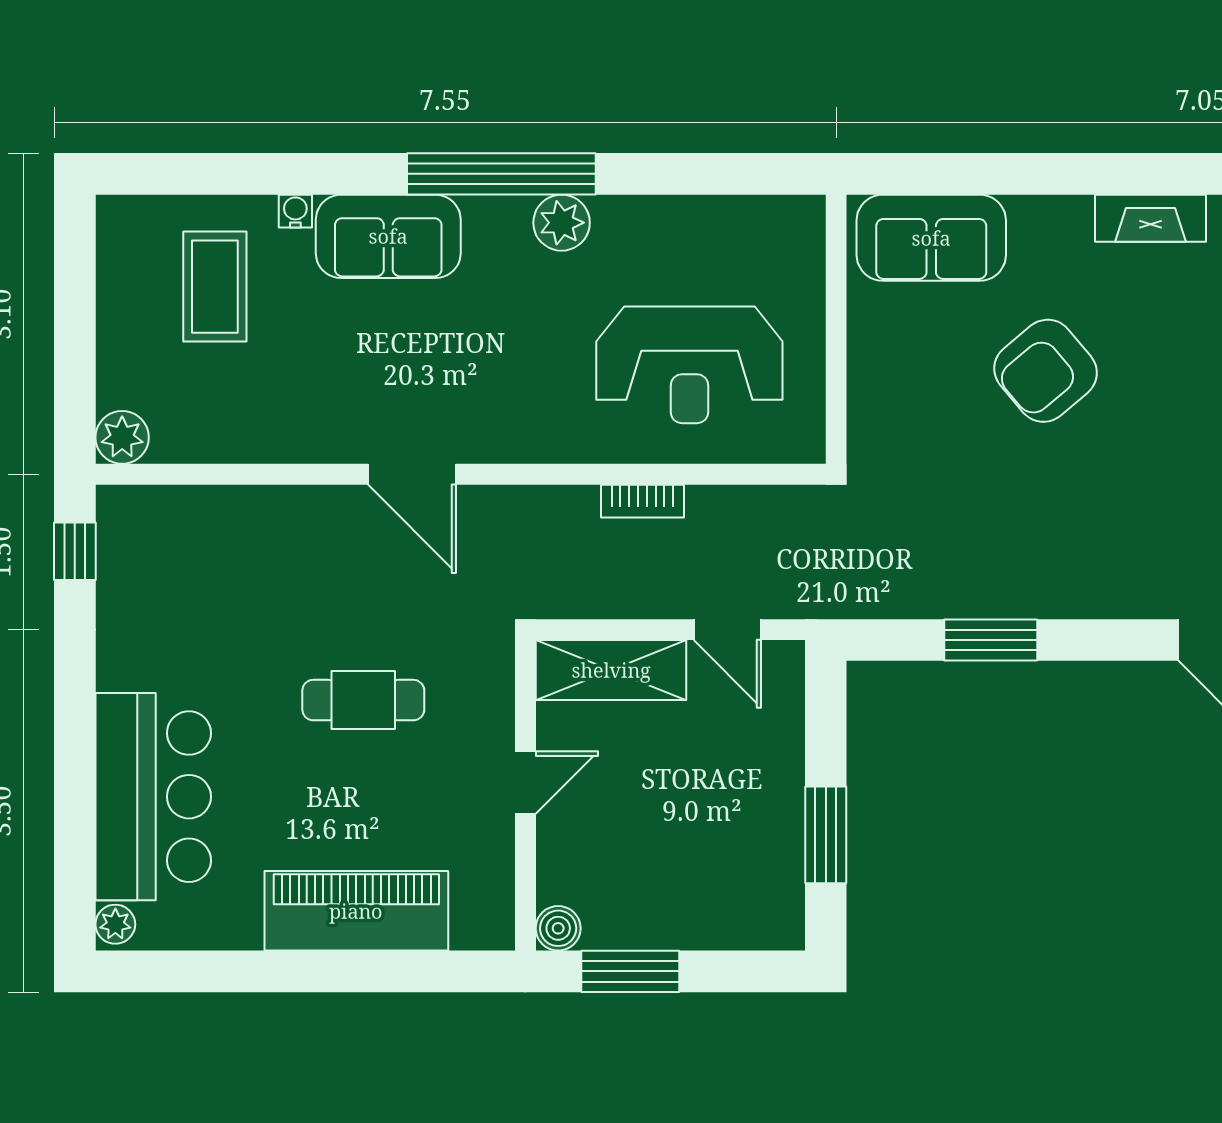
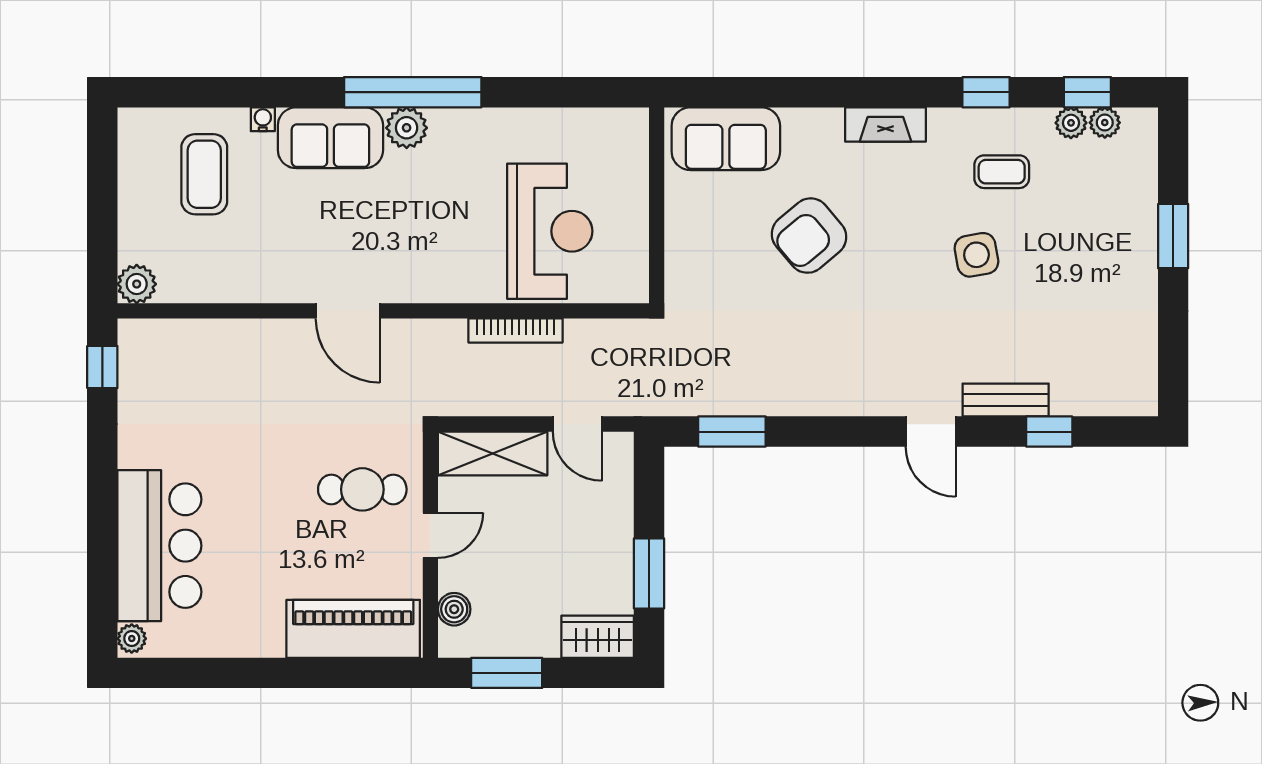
plant: (562, 223) -> (407, 128), moved
reception desk: (689, 365) -> (550, 231), turned -90
bookcase: (642, 501) -> (516, 330), width x1.56
window: (991, 640) -> (732, 432), moved
cafe table: (363, 700) -> (362, 489), moved
piano: (356, 911) -> (353, 629), moved
wardrobe: (755, 922) -> (598, 637), added
boiler: (558, 928) -> (454, 609), moved

